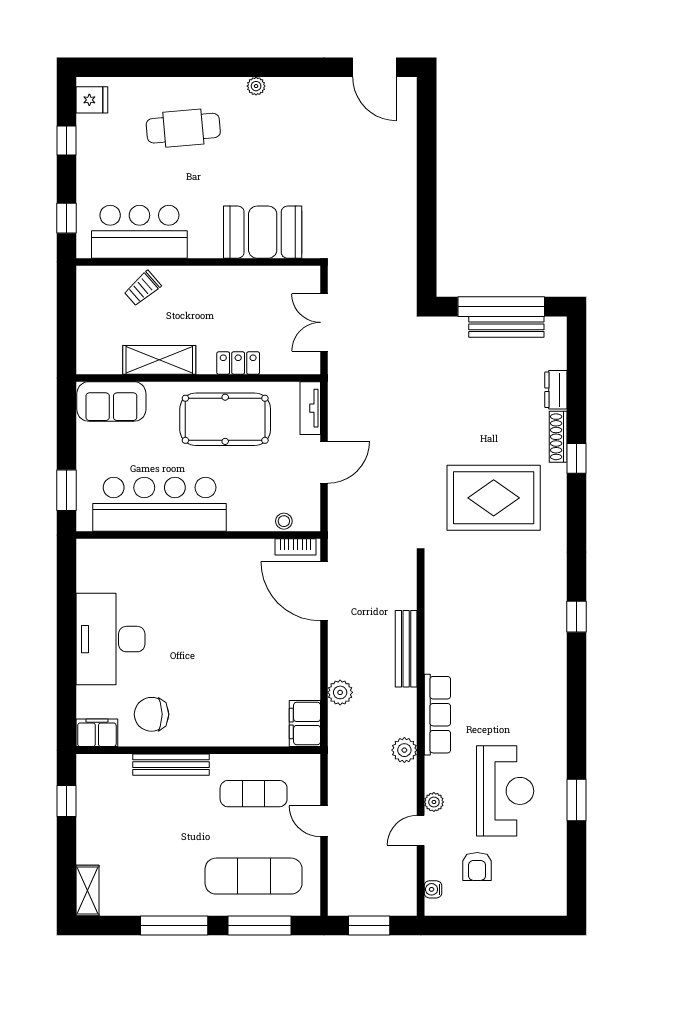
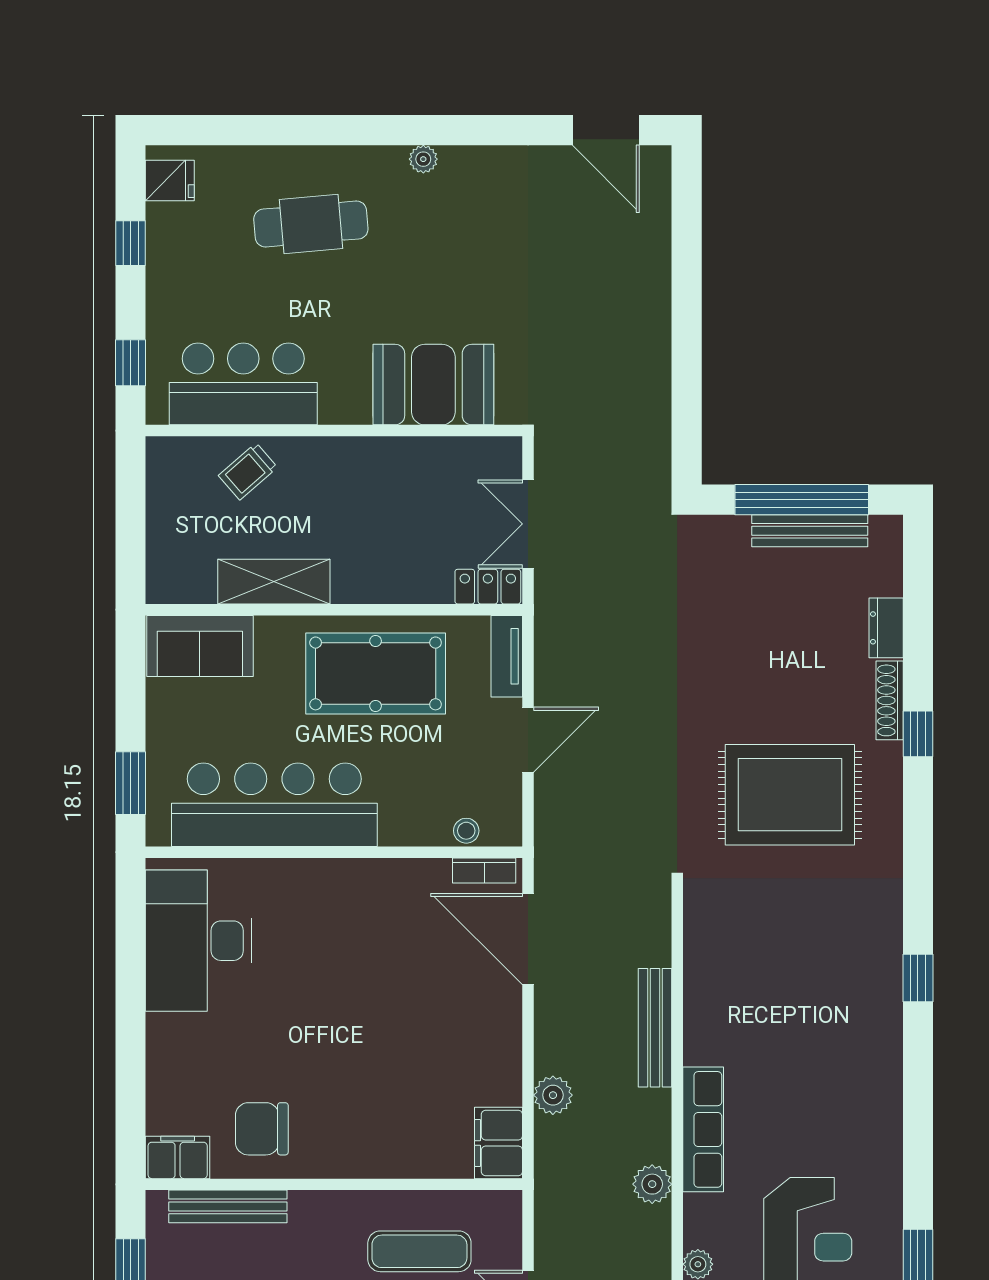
locker: (238, 363) -> (488, 587), moved
desk: (110, 639) -> (199, 941), moved
bench: (171, 765) -> (228, 1206), moved

